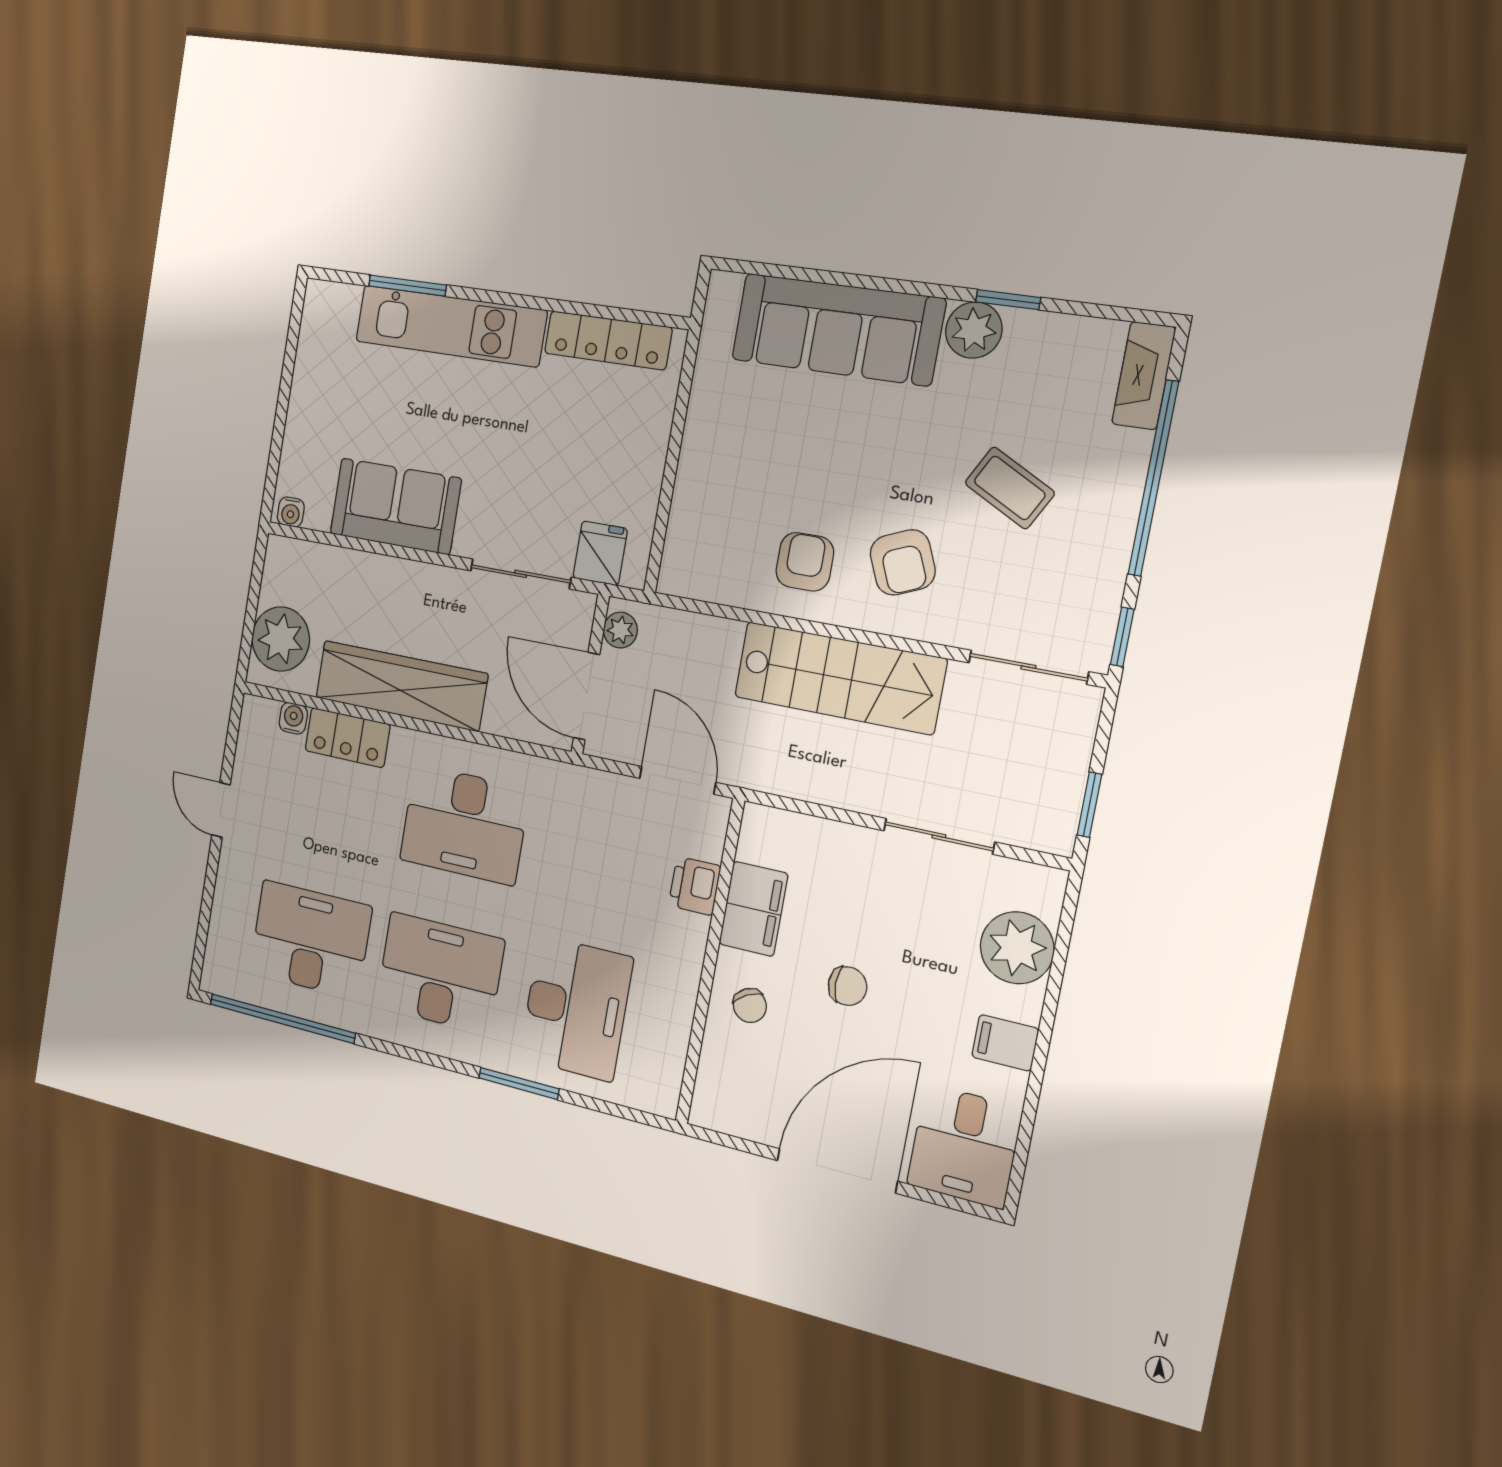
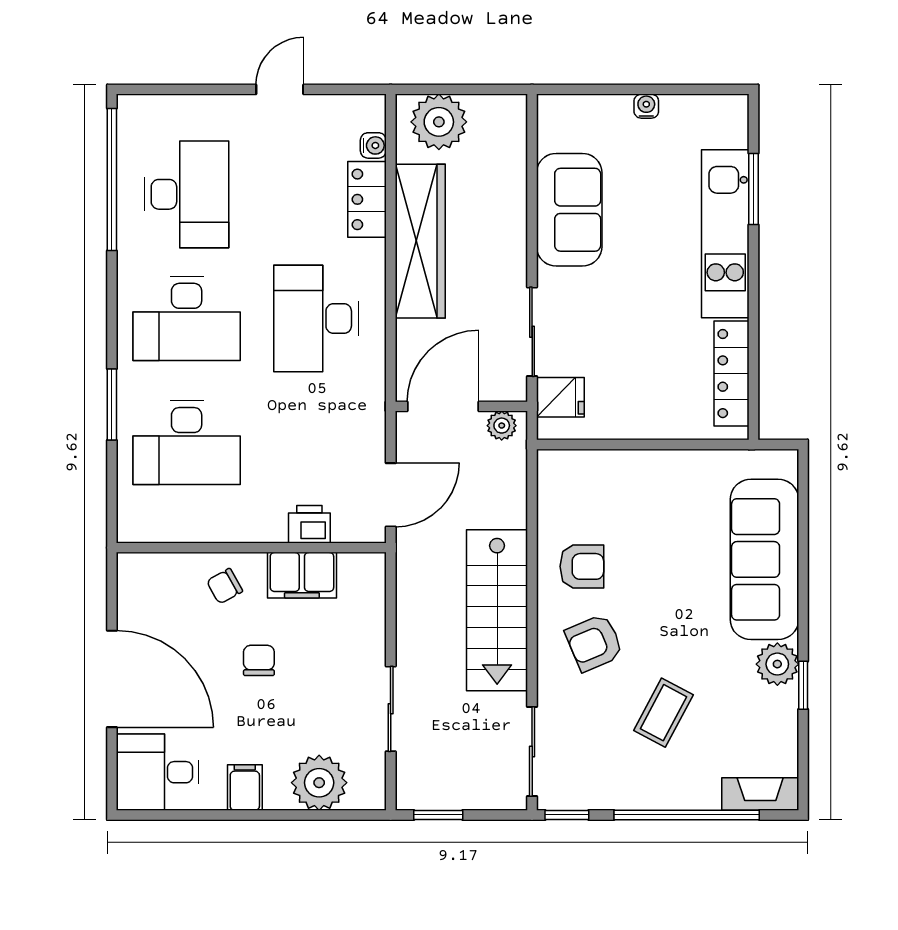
water cooler: (291, 512) -> (646, 106), moved, turned 90
desk: (440, 973) -> (187, 319), turned 90
chair: (848, 986) -> (259, 660), turned 180

